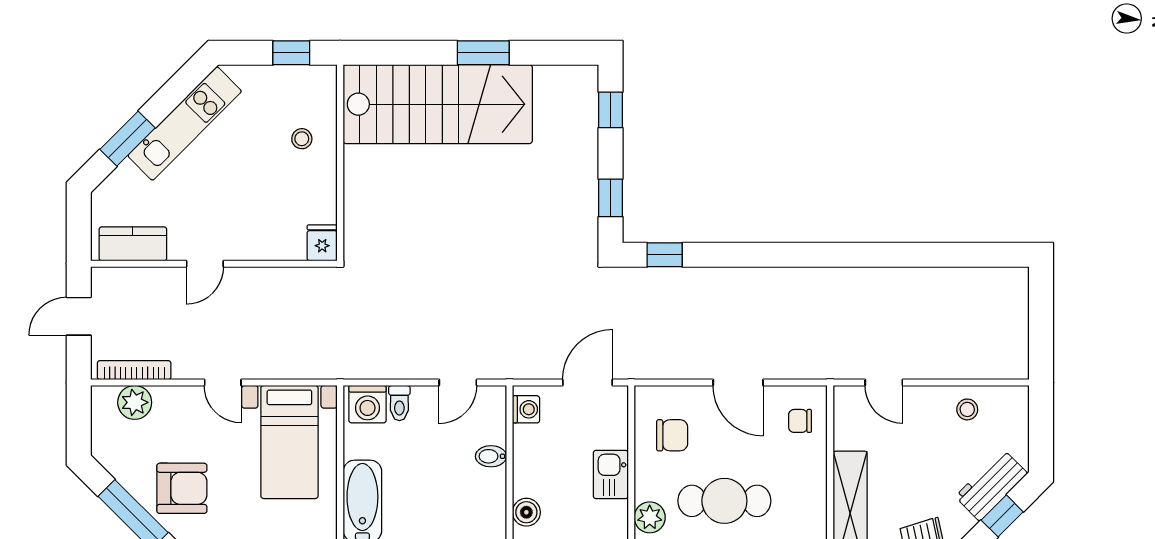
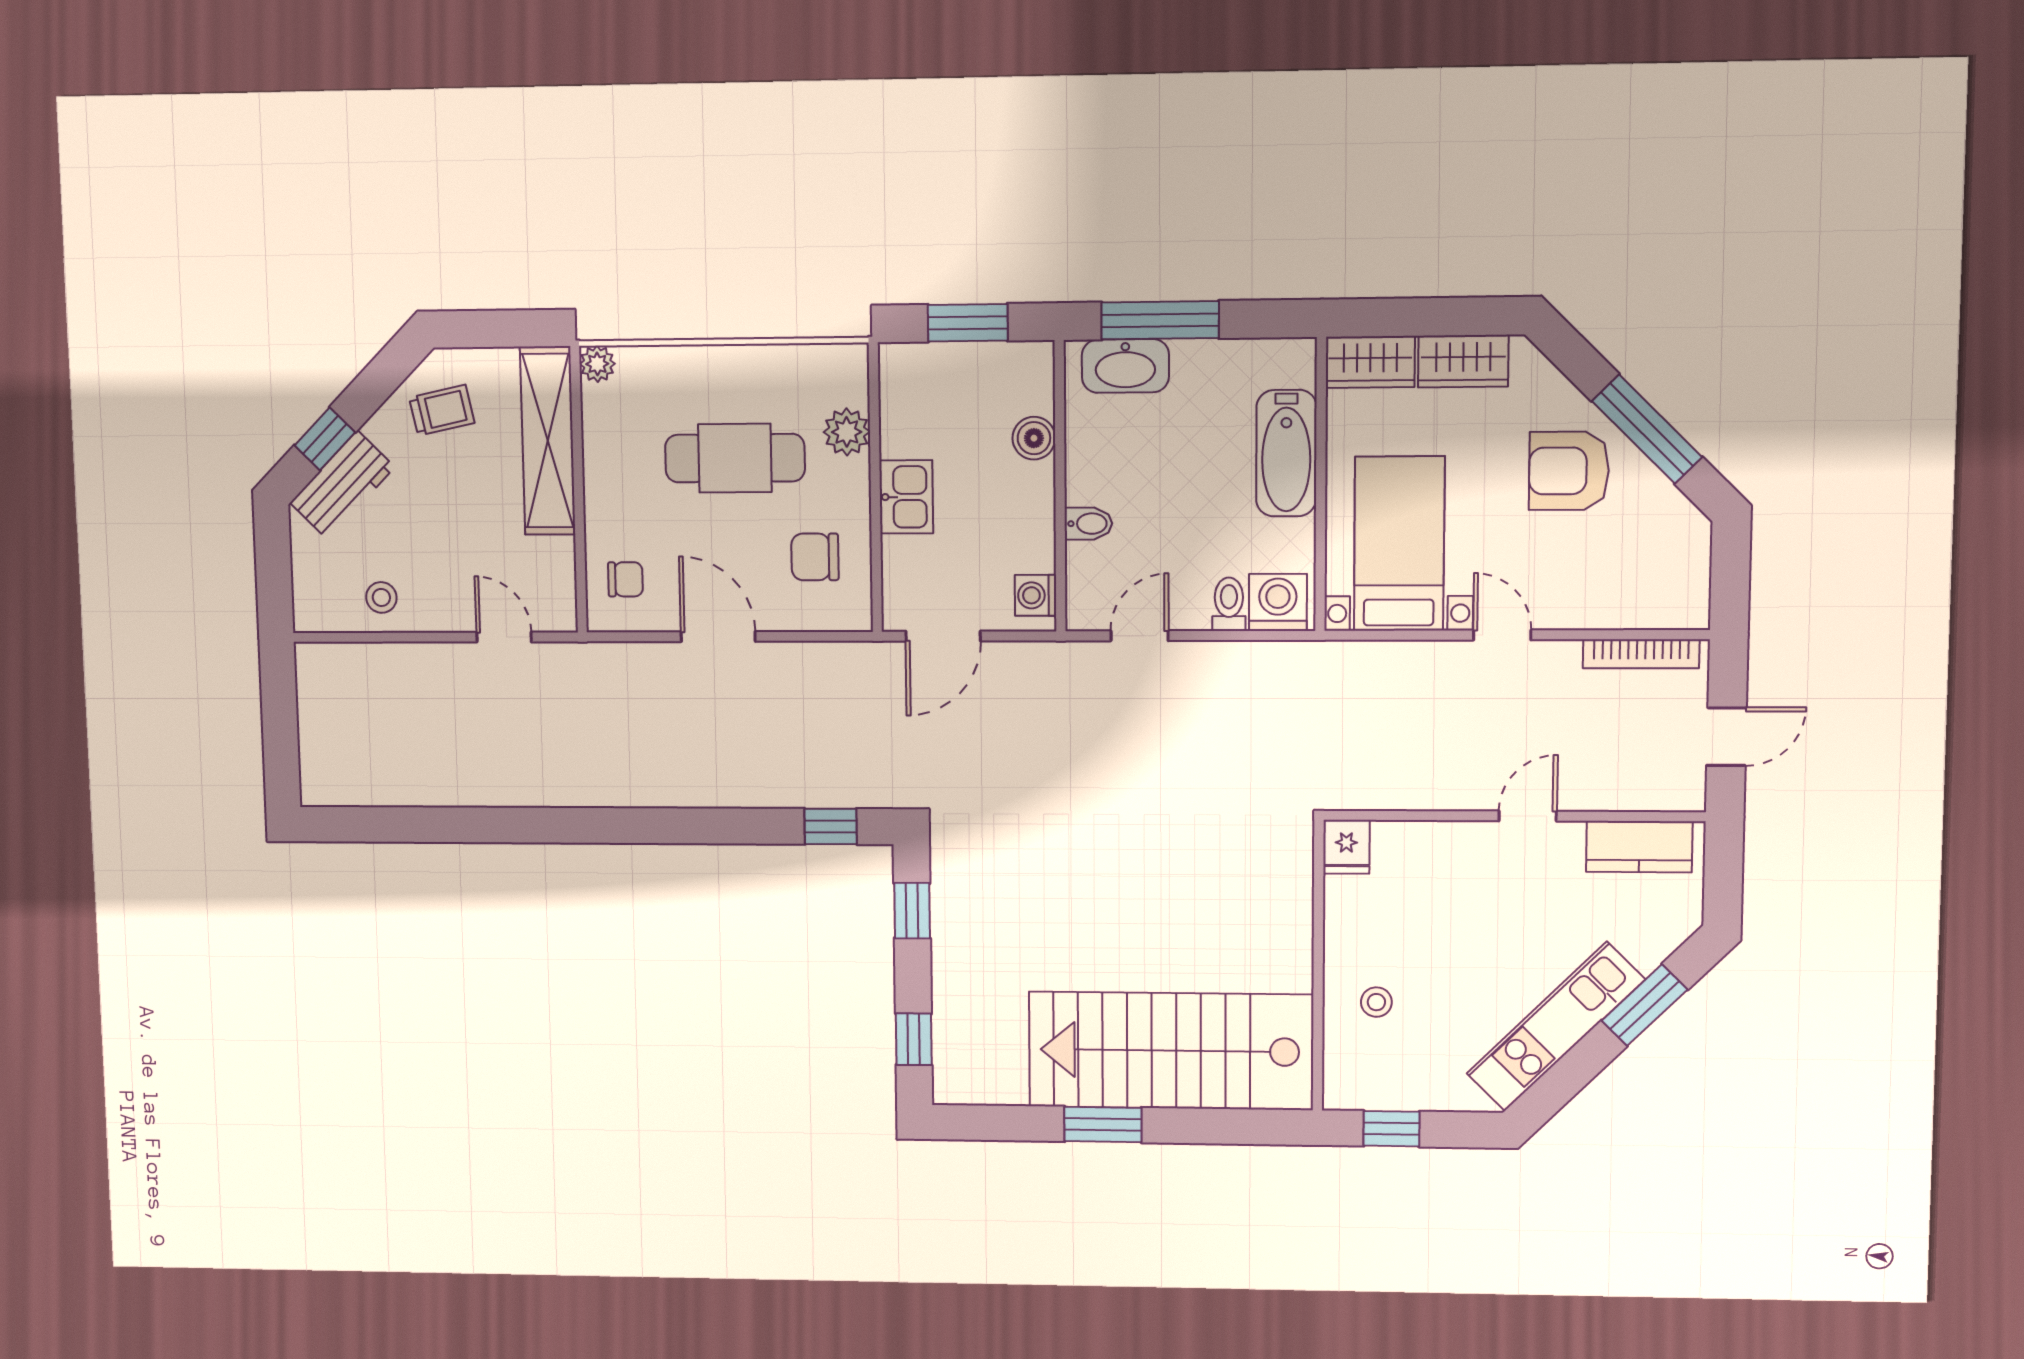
plant: (135, 402) -> (1641, 604), removed

